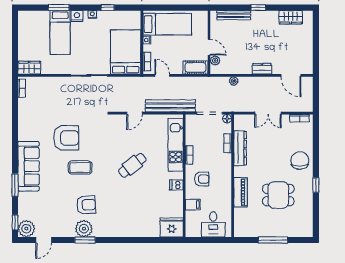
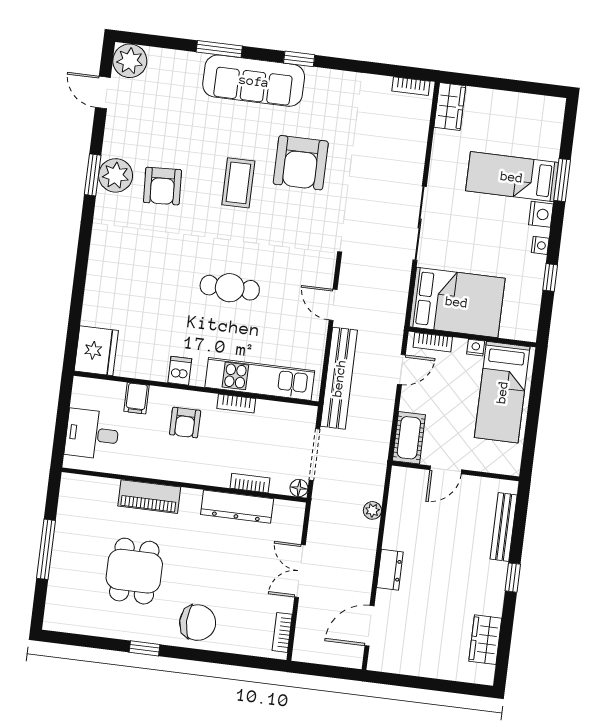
plant: (215, 61) -> (418, 479), removed
cafe table: (132, 165) -> (230, 288), turned -52
window: (15, 222) -> (299, 59), moved

